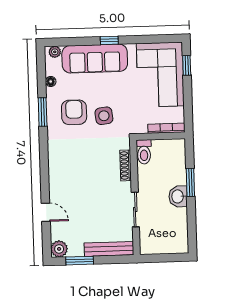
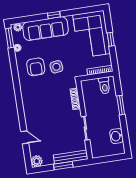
window: (187, 65) -> (111, 39), moved
window: (43, 112) -> (10, 38), moved
armchair: (74, 112) -> (36, 67), turned 180
toilet: (144, 152) -> (104, 85), moved
washbasin: (178, 196) -> (117, 136), moved
window: (80, 261) -> (63, 166), moved

